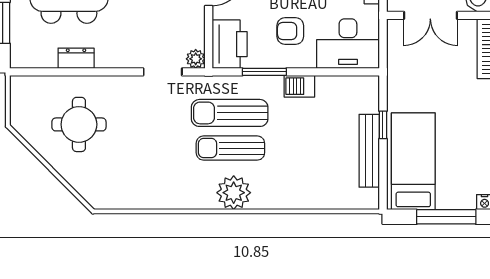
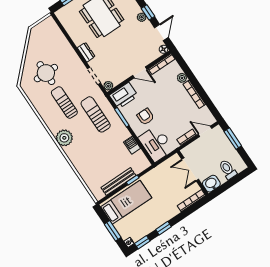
dresser: (76, 58) -> (86, 52), moved
barbecue: (299, 86) -> (132, 145), moved
round table: (79, 124) -> (46, 73), moved
sun lounger: (230, 148) -> (64, 103), moved
window: (446, 217) -> (113, 231), width x0.69

